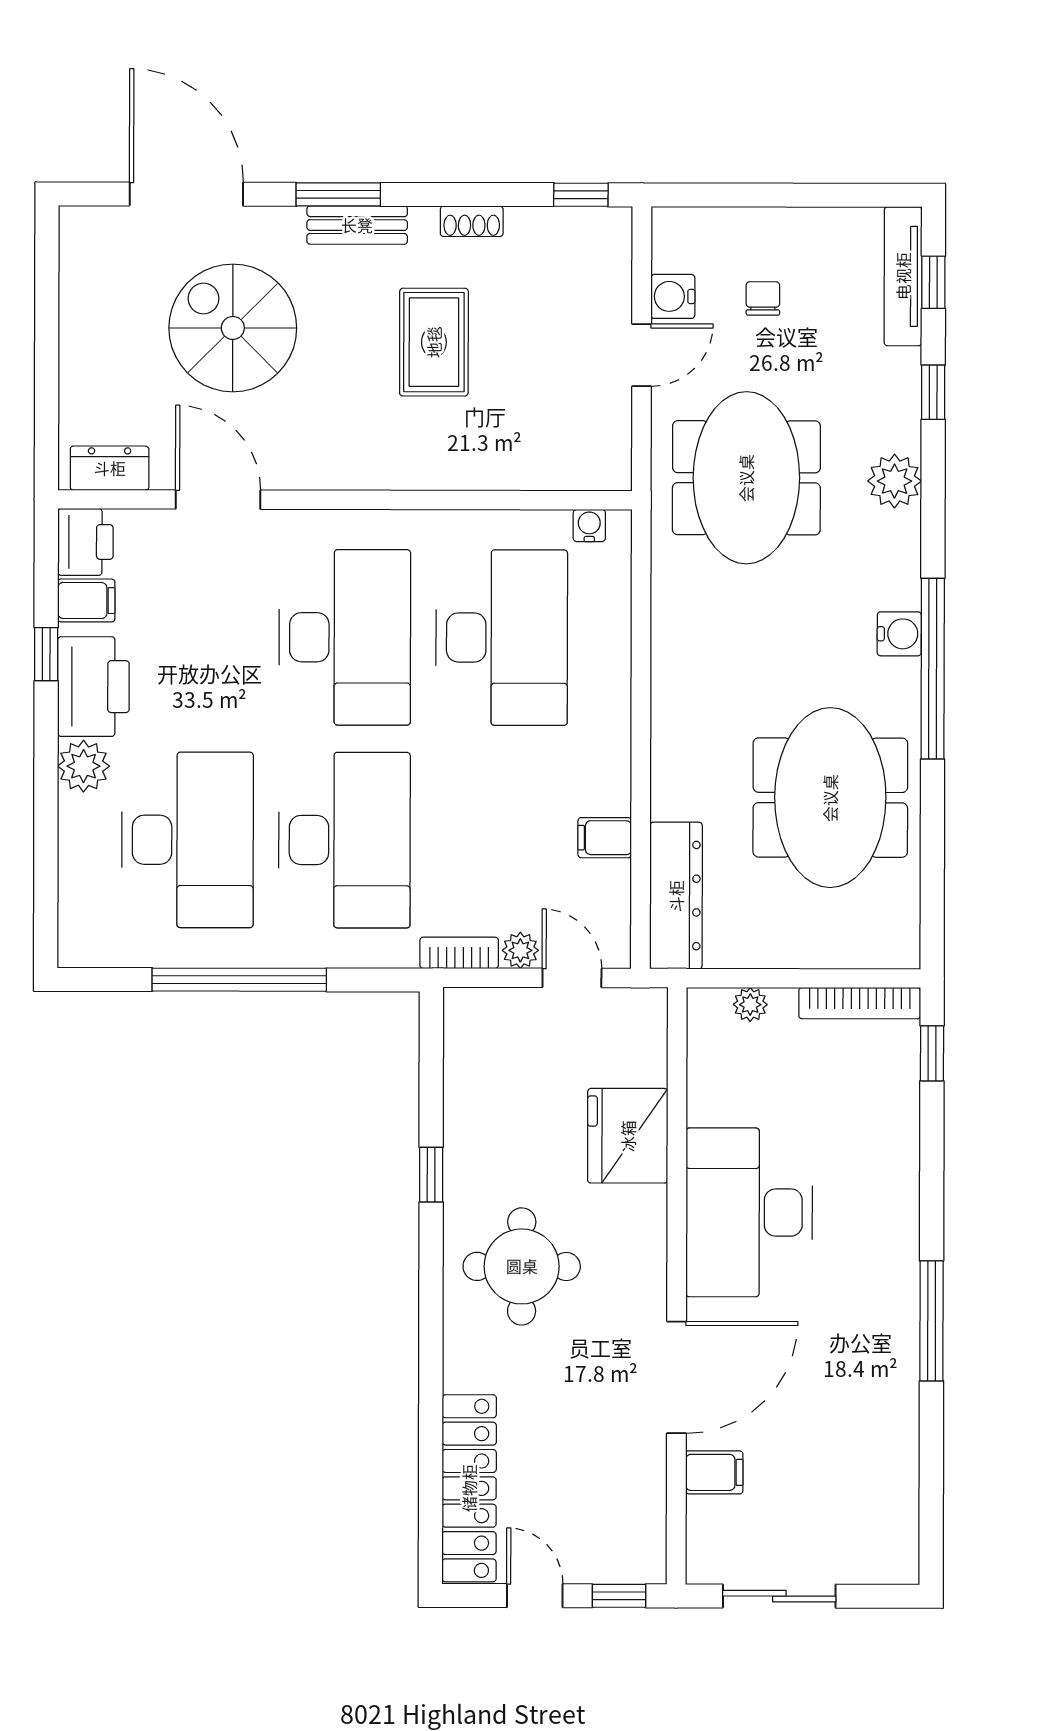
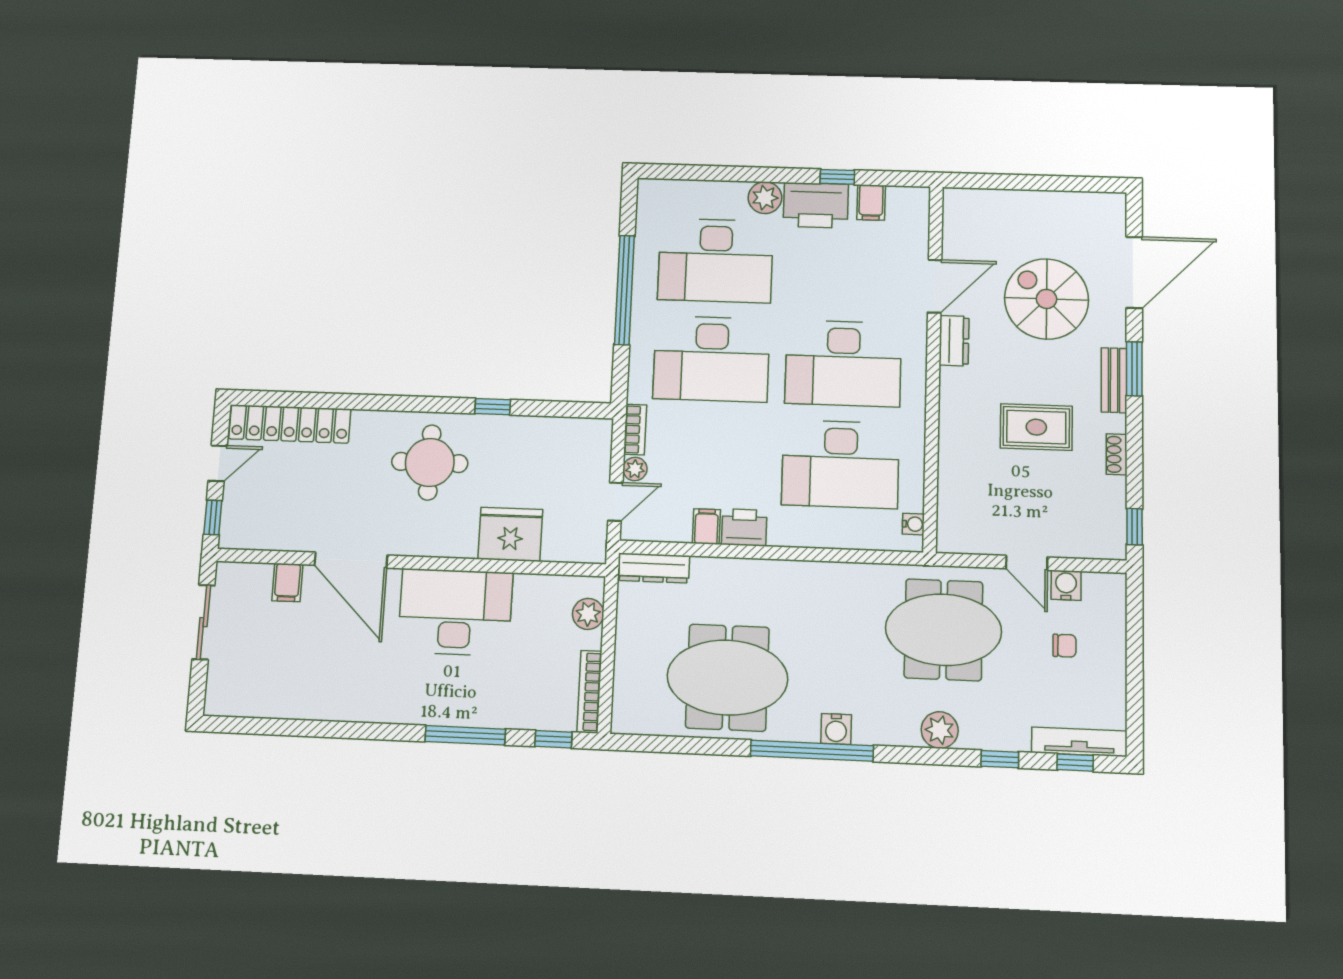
spiral stairs: (233, 328) -> (1046, 299), turned -90
dresser: (110, 468) -> (954, 341), moved
printer: (85, 542) -> (744, 527), moved, turned 180
dresser: (676, 896) -> (654, 568), width x0.73, depth x0.80
plant: (750, 1005) -> (588, 614), width x1.38, depth x1.38
window: (932, 1321) -> (465, 735), moved

